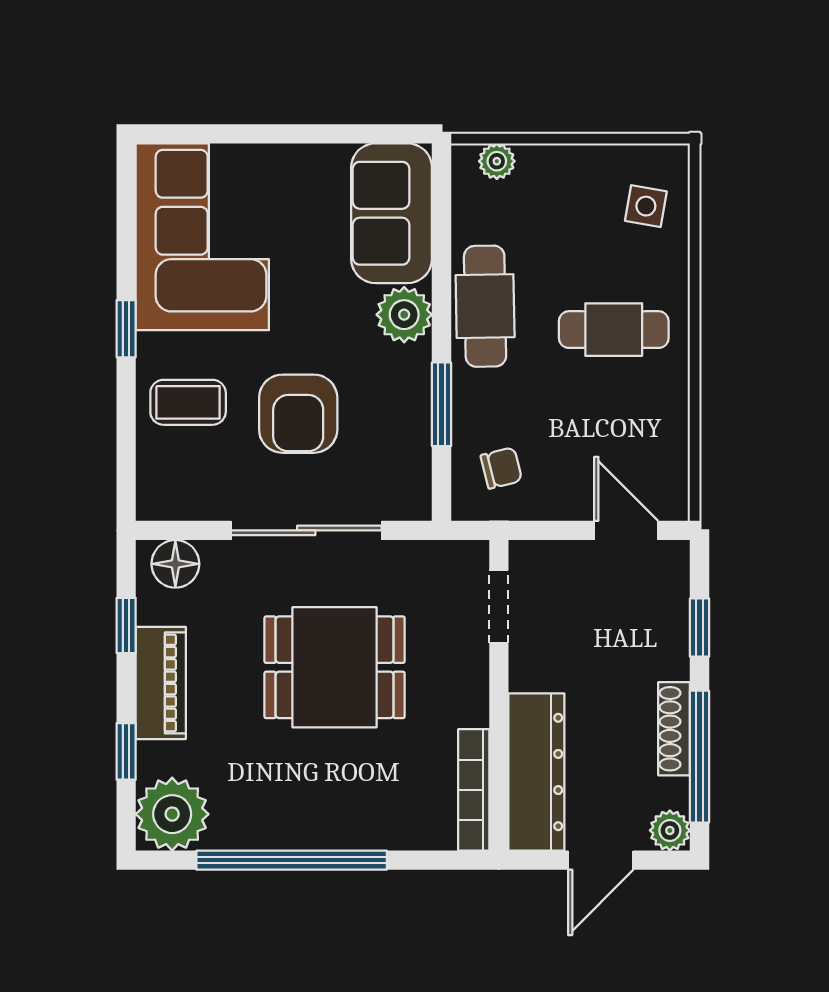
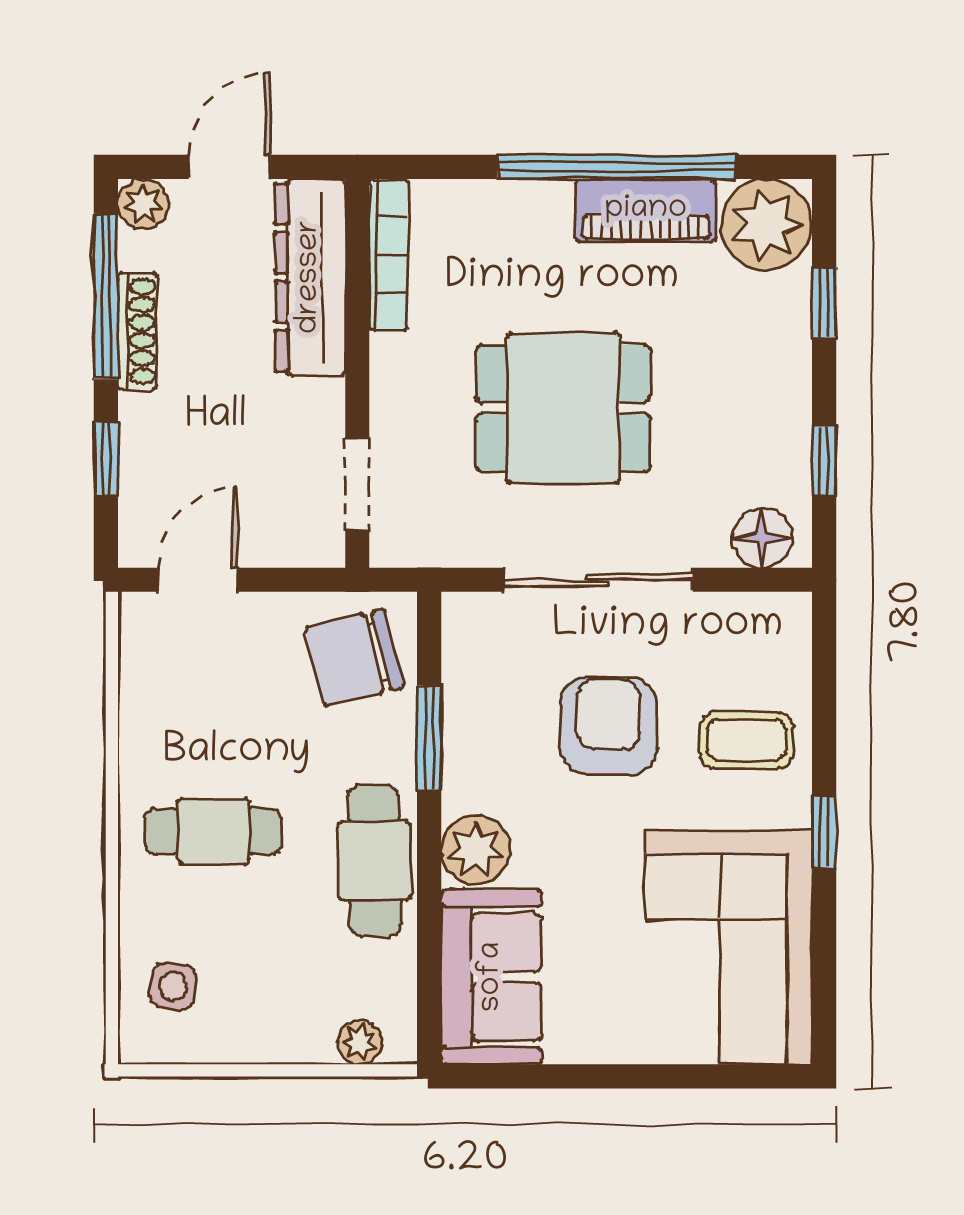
chair: (501, 468) -> (354, 658), width x1.87, depth x1.87
door: (626, 530) -> (198, 580), swing flipped
piano: (161, 683) -> (646, 210), moved, turned -90

